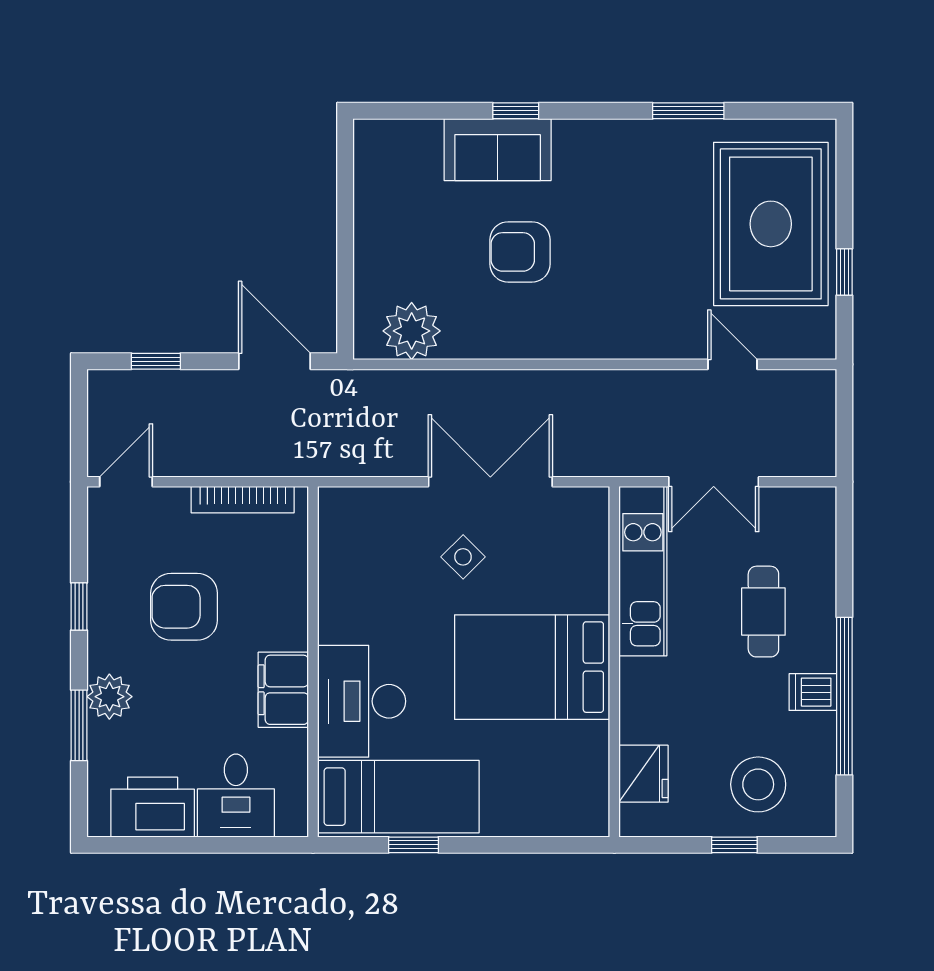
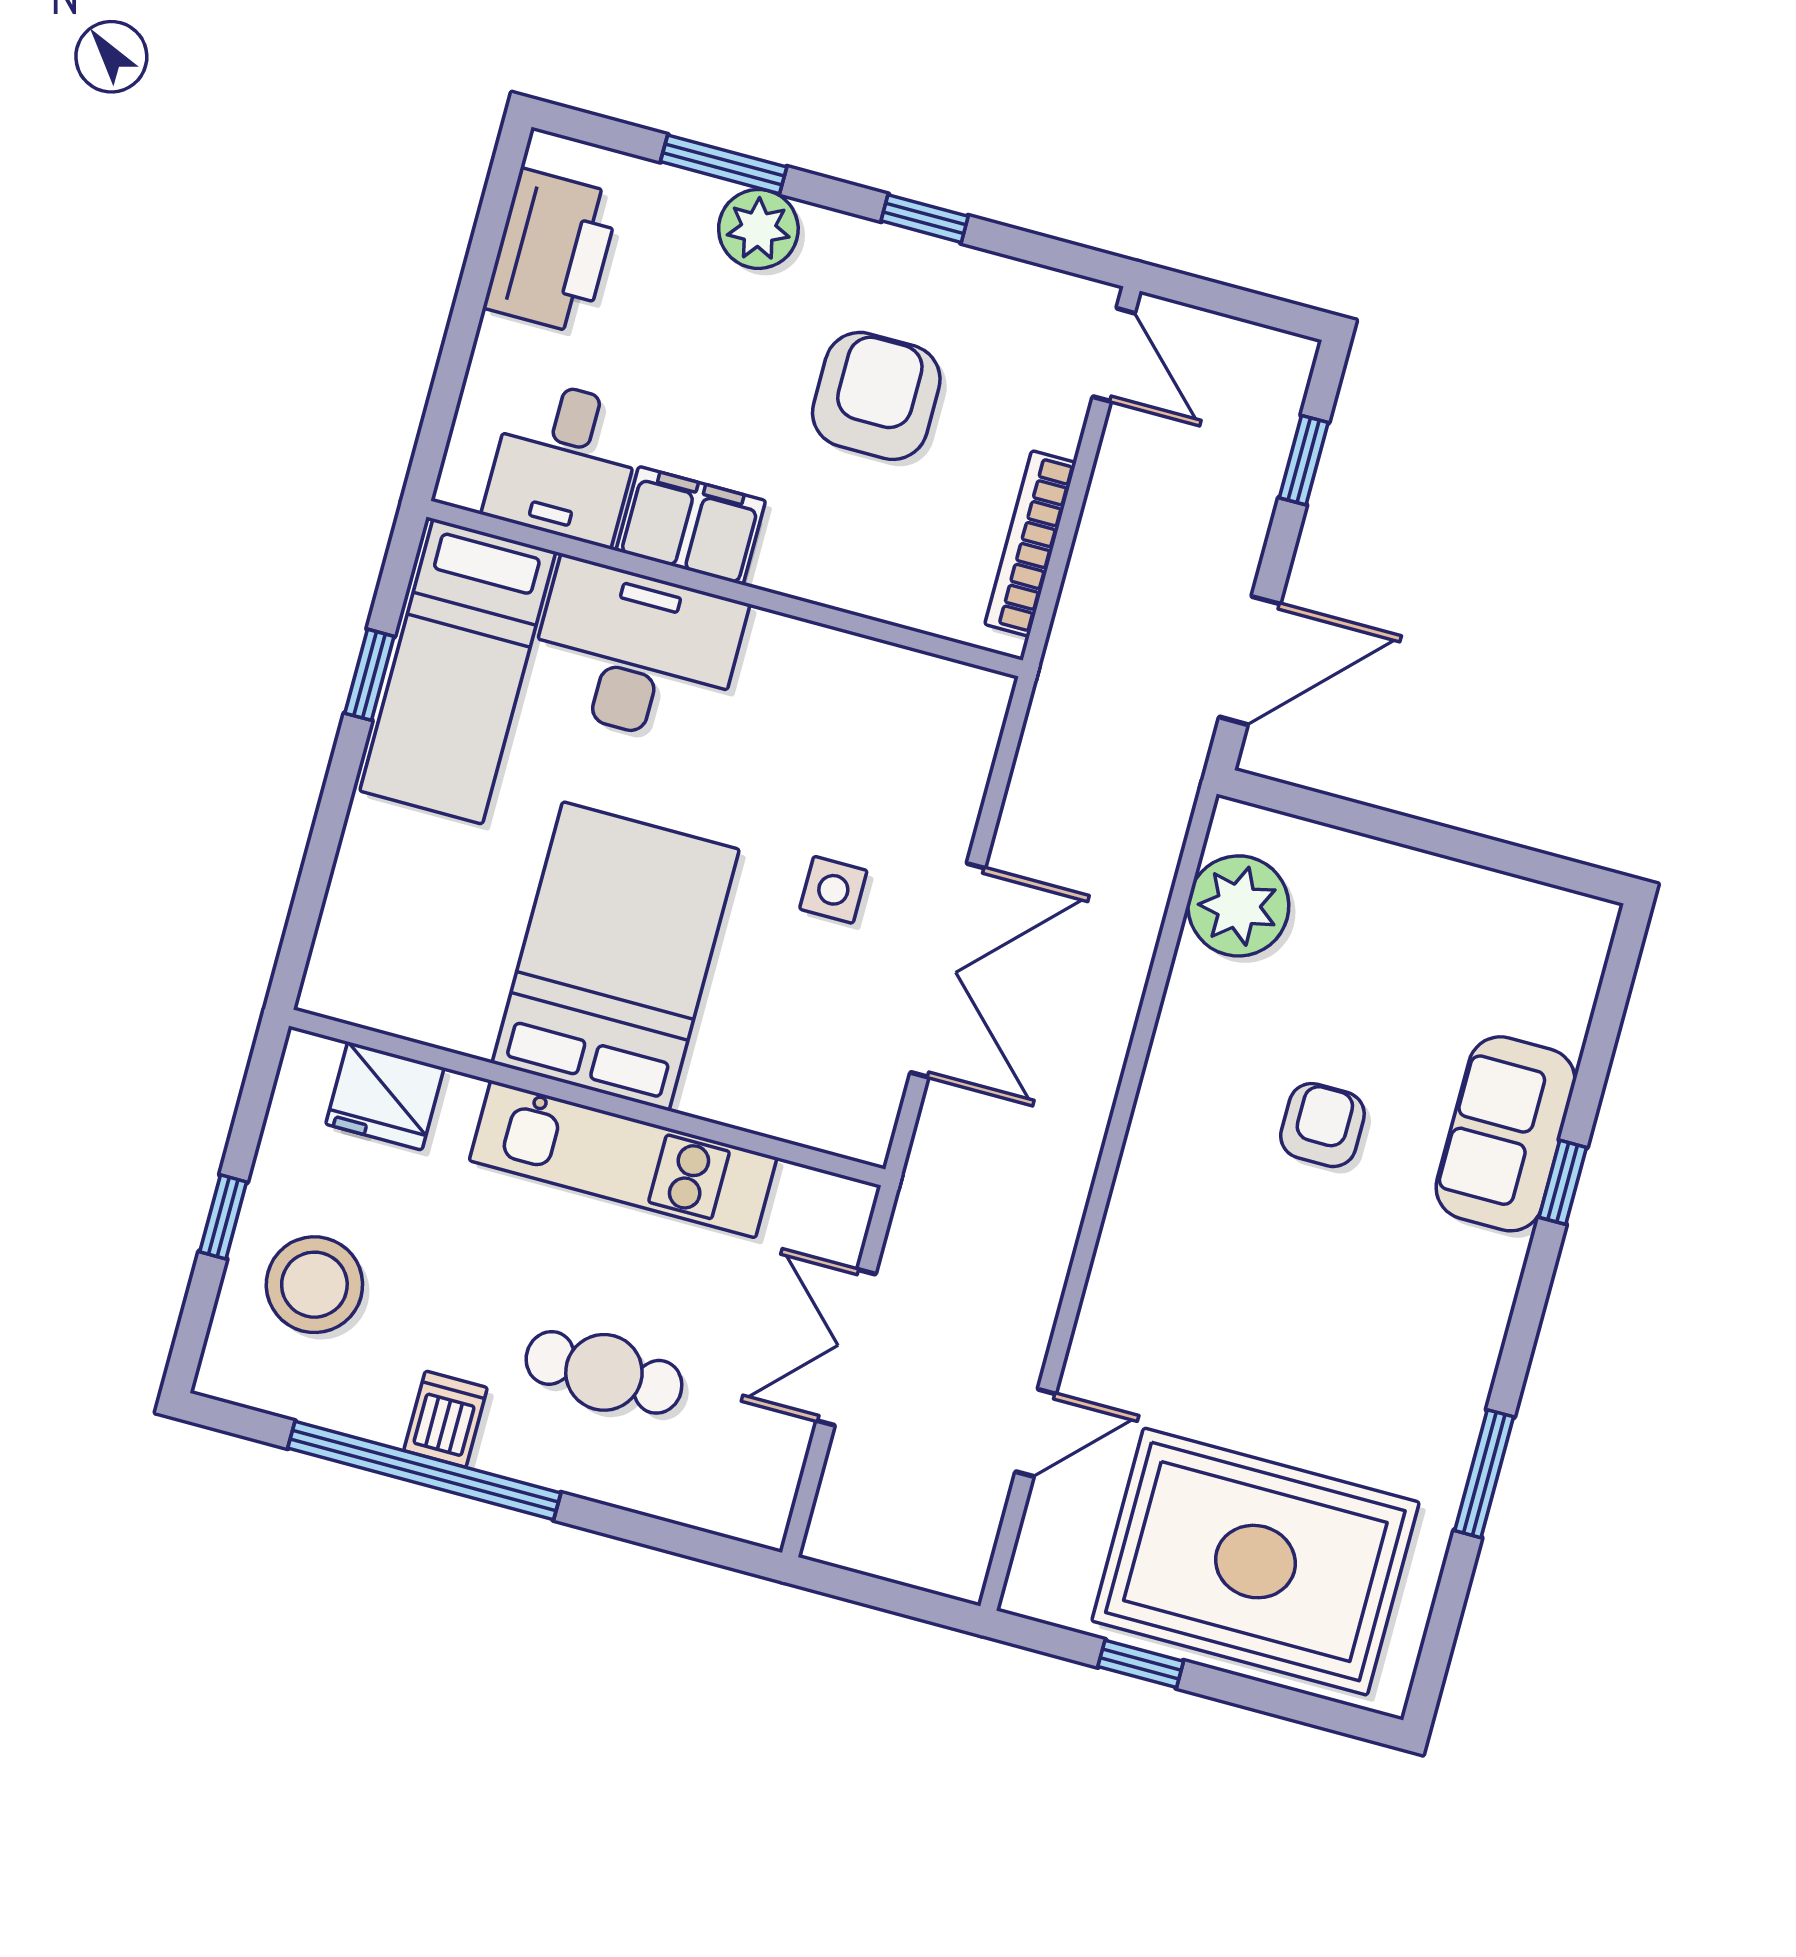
armchair: (520, 252) -> (1322, 1125), width x0.72, depth x0.72
side table: (463, 557) -> (833, 890), turned 45
kitchen unit: (643, 571) -> (623, 1159), moved
desk: (236, 796) -> (565, 462), moved, turned -90

